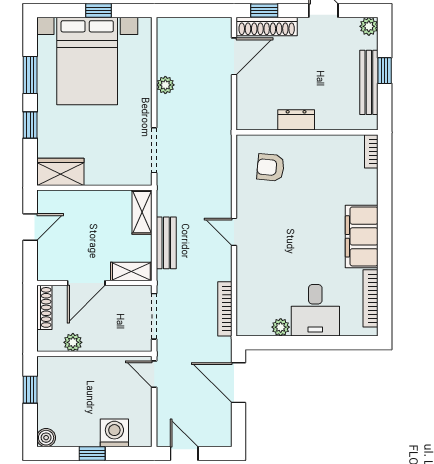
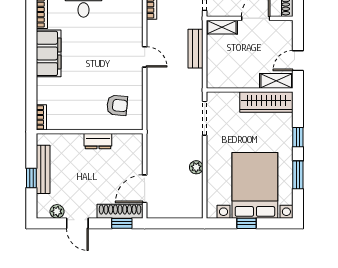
plant: (369, 26) -> (57, 211), moved
wardrobe: (60, 172) -> (266, 102), width x1.50
shelving: (142, 212) -> (276, 81), moved, turned 90

